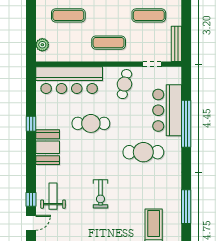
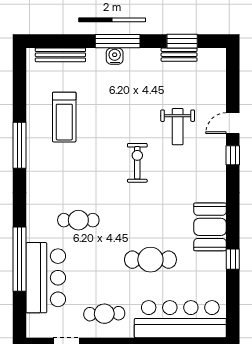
cafe table: (124, 84) -> (104, 314), turned 76
cafe table: (143, 152) -> (78, 220), width x0.73, depth x0.74
weight bench: (53, 196) -> (178, 127), moved

